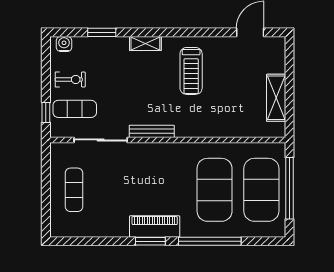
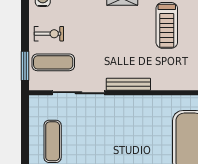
window: (46, 112) -> (25, 66), width x1.50

